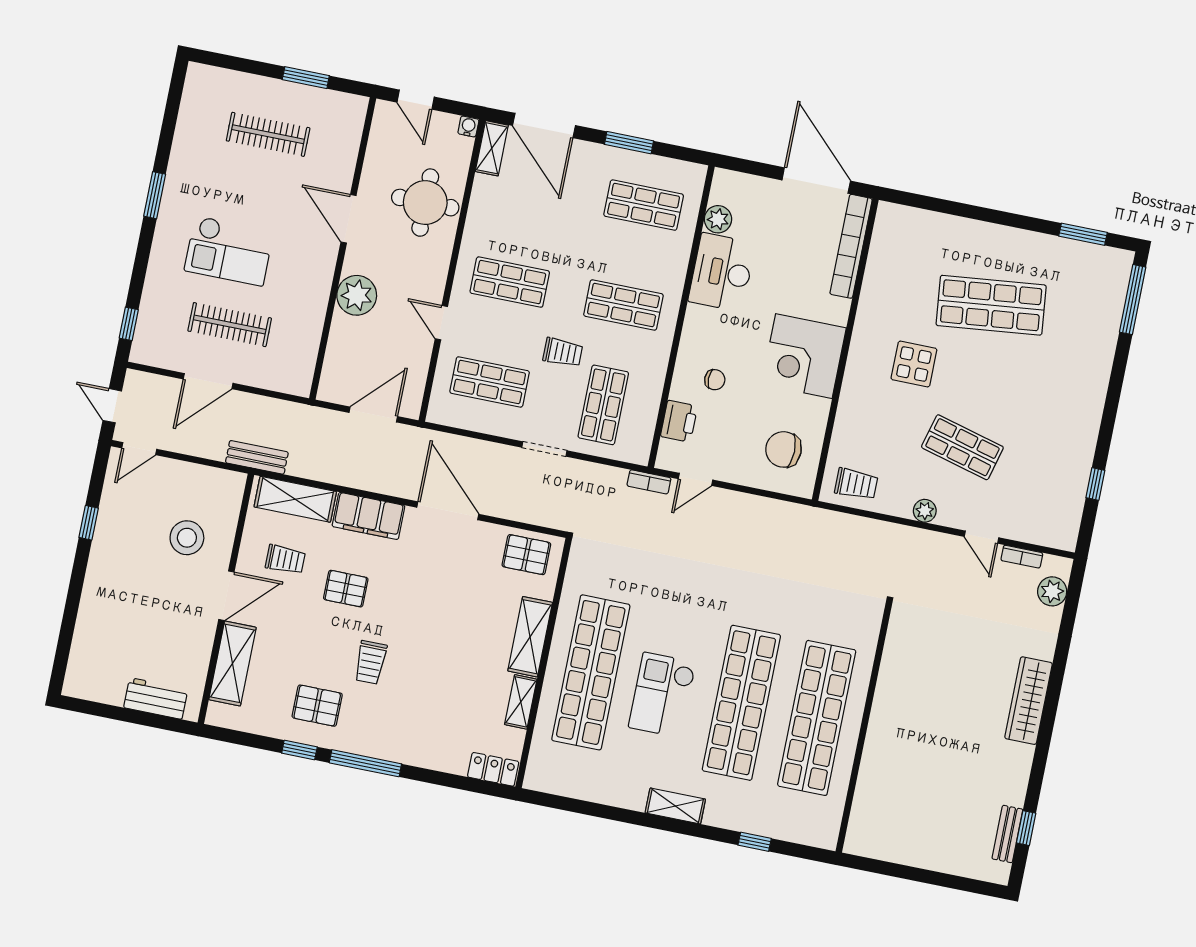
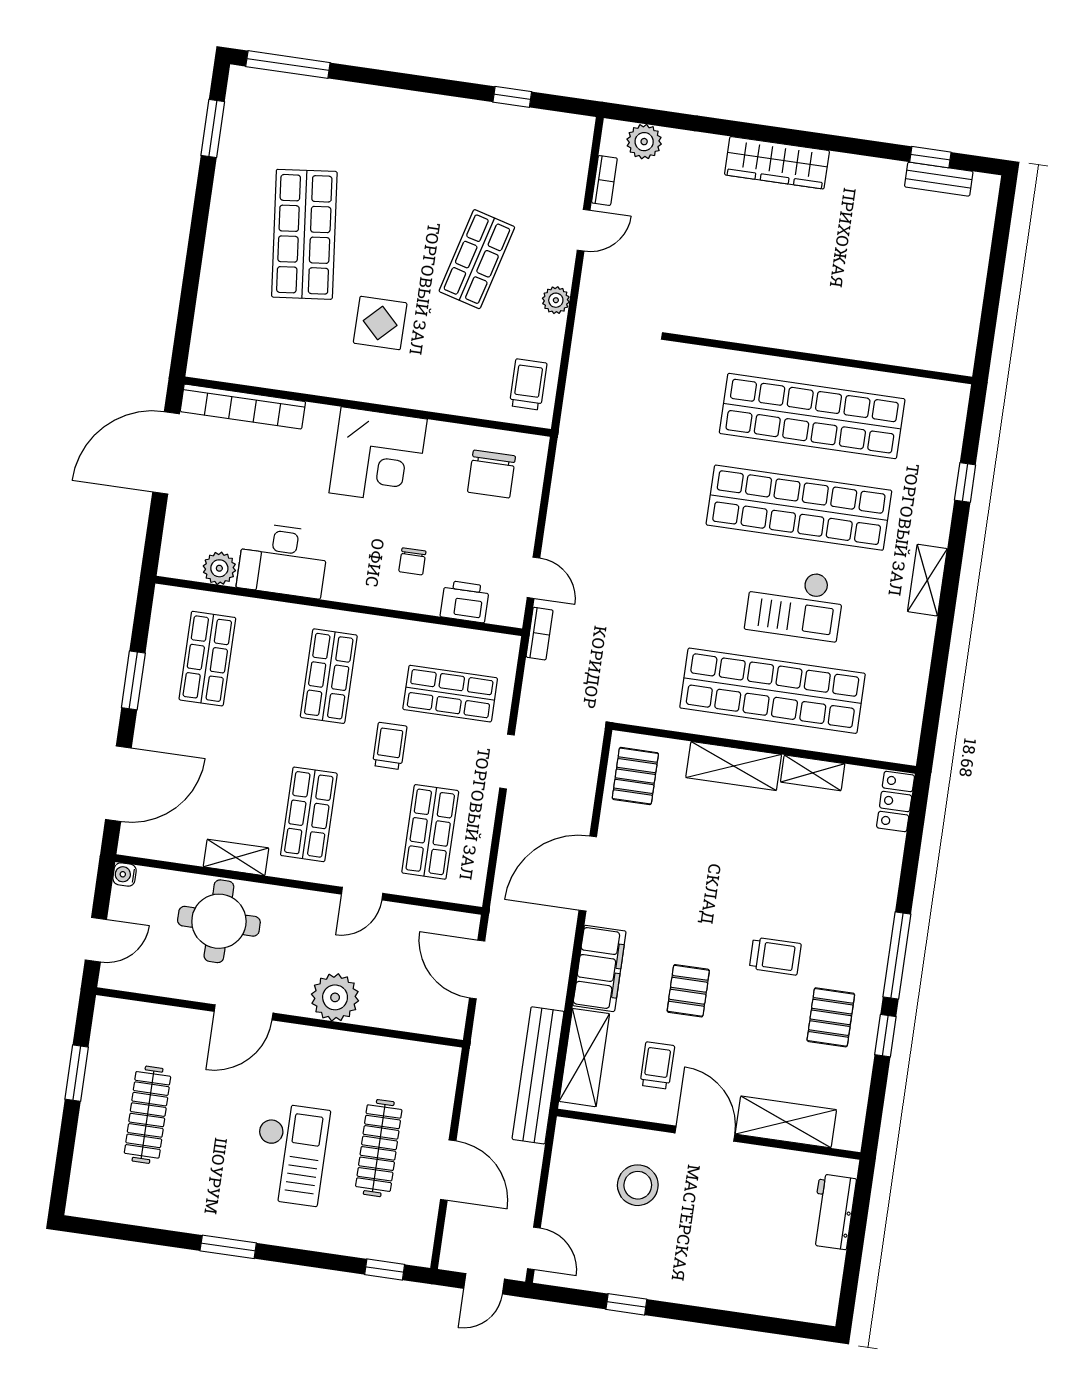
shelving: (492, 148) -> (236, 857), moved
chair: (715, 380) -> (412, 561), turned 180
bench: (257, 457) -> (538, 1075), width x1.86, depth x1.21

